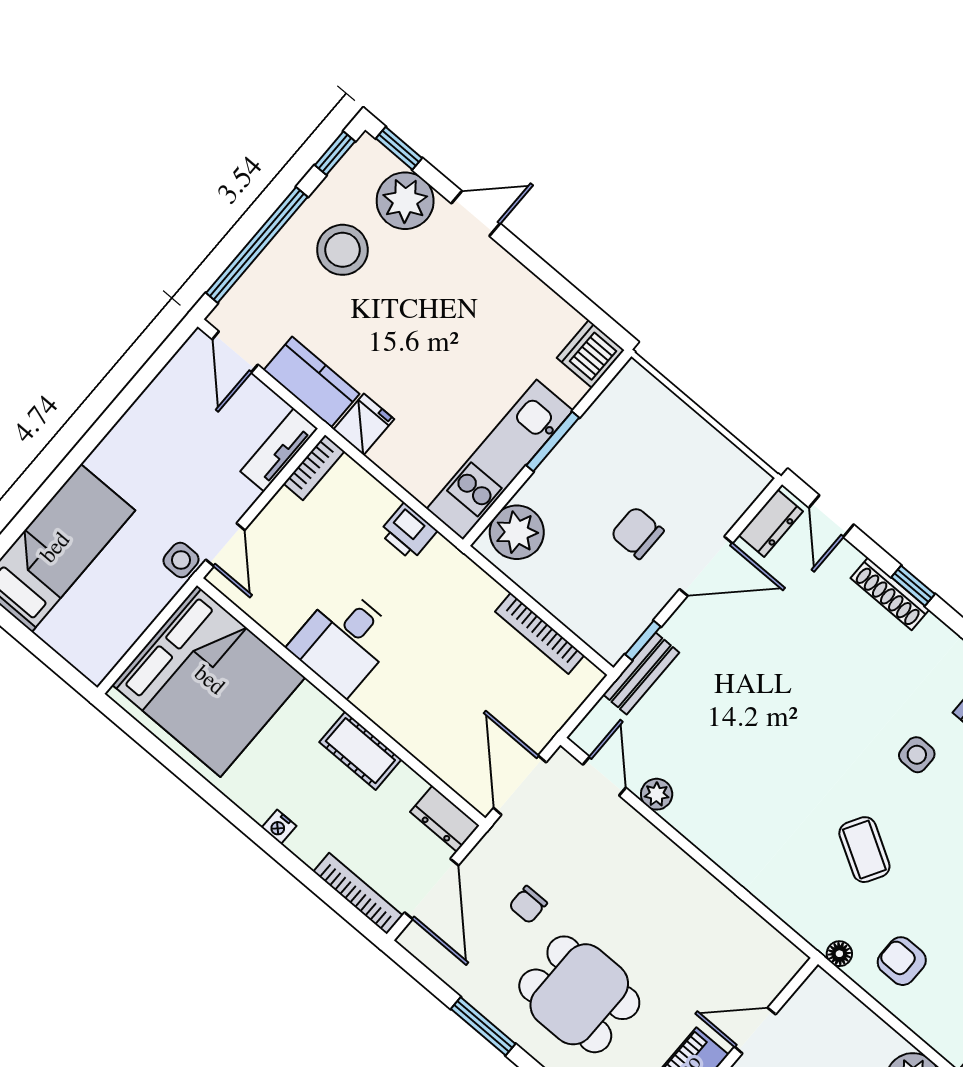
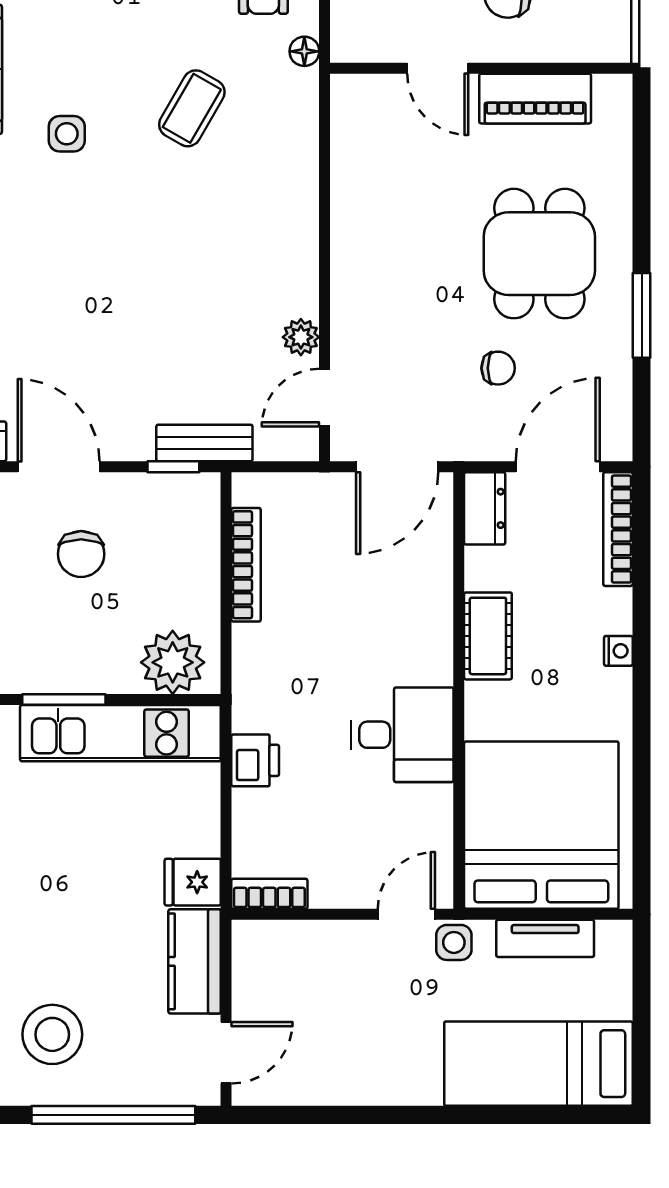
tv unit: (279, 450) -> (545, 938), moved

